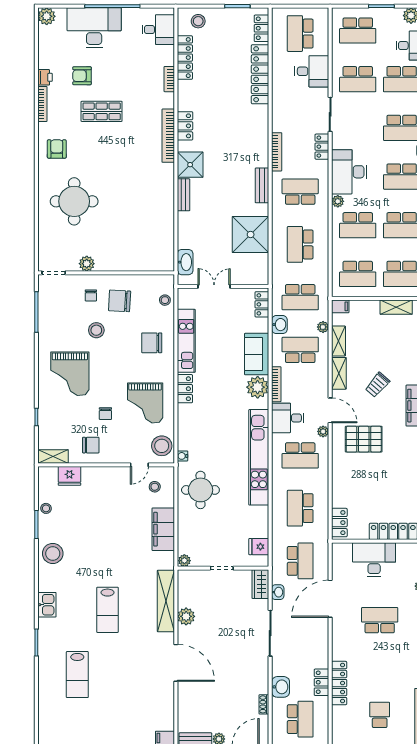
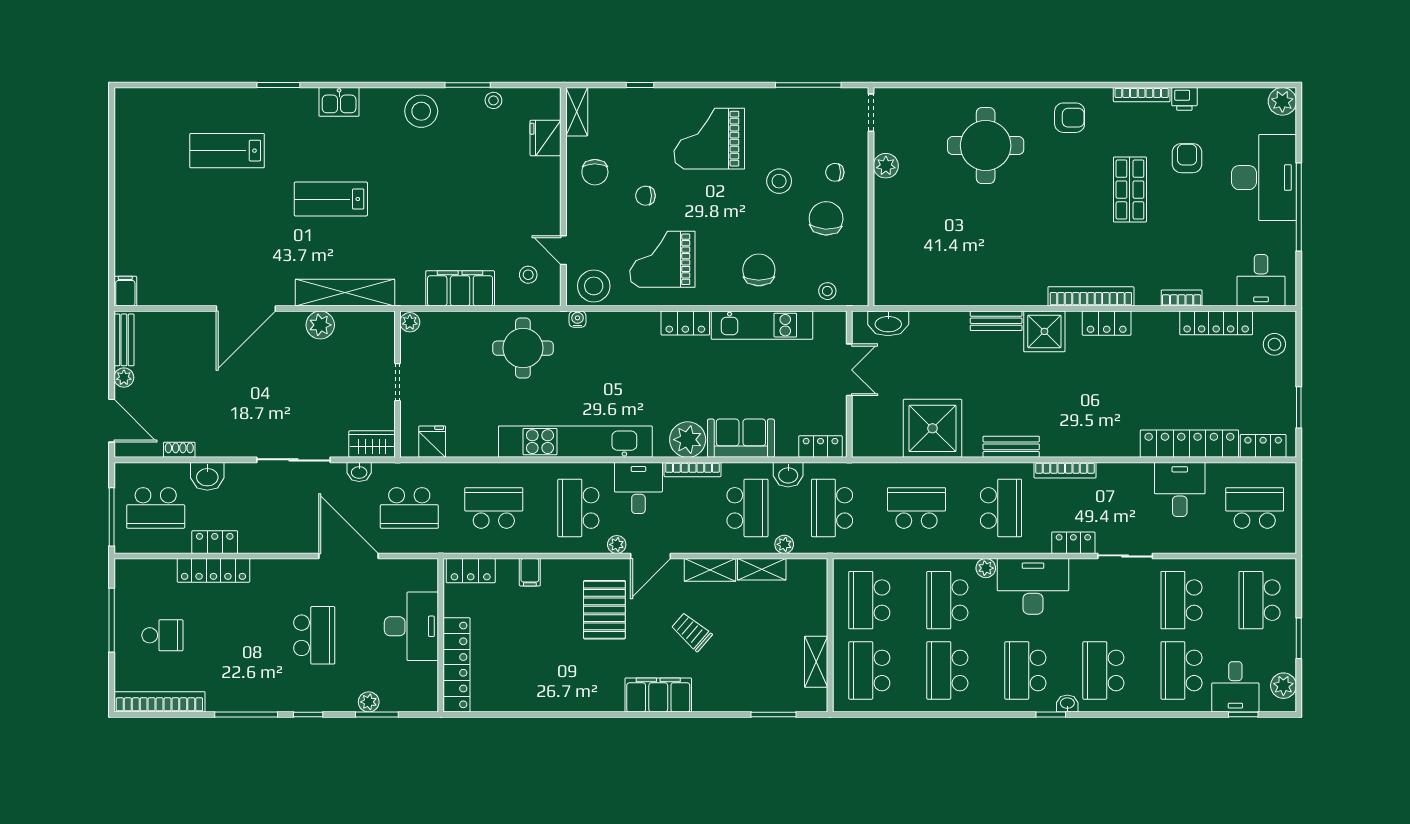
desk: (312, 71) -> (1180, 489), moved, turned 180
filing cabinet: (340, 306) -> (530, 572), moved

